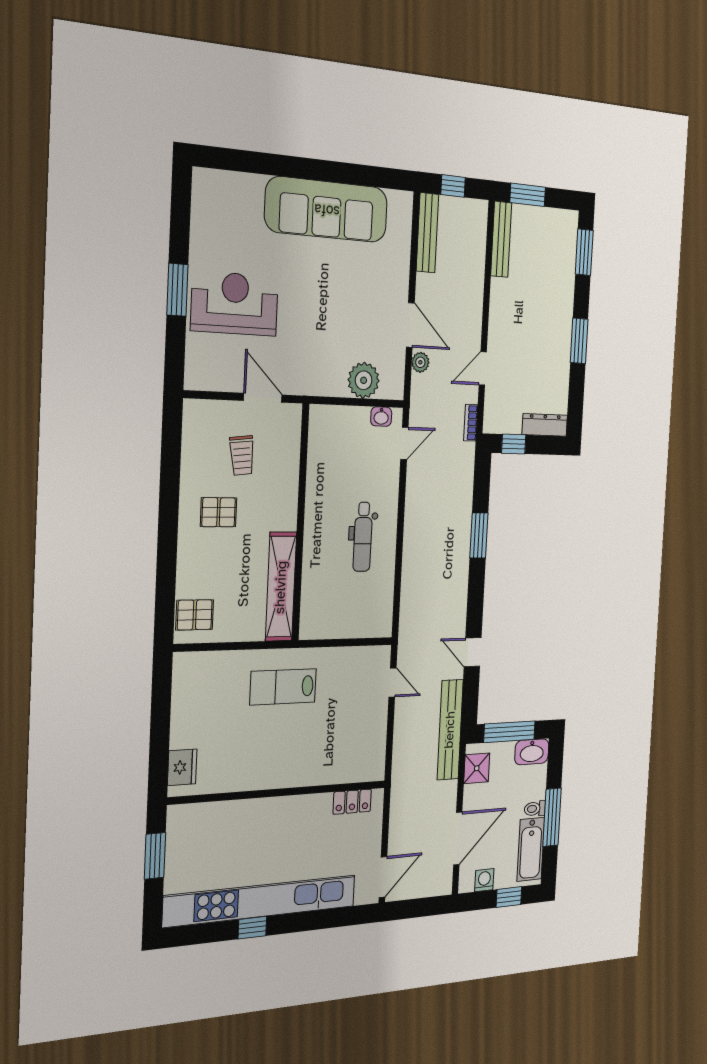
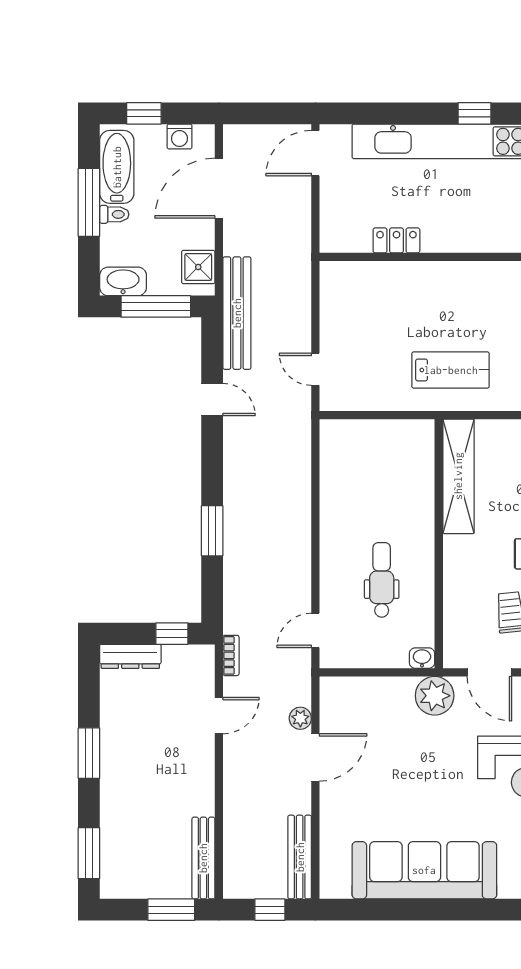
door: (410, 325) -> (315, 757), swing flipped
plant: (364, 380) -> (435, 696), moved
washbasin: (381, 417) -> (422, 658), moved
dental chair: (363, 537) -> (382, 580), moved
locker: (352, 802) -> (396, 240), moved

